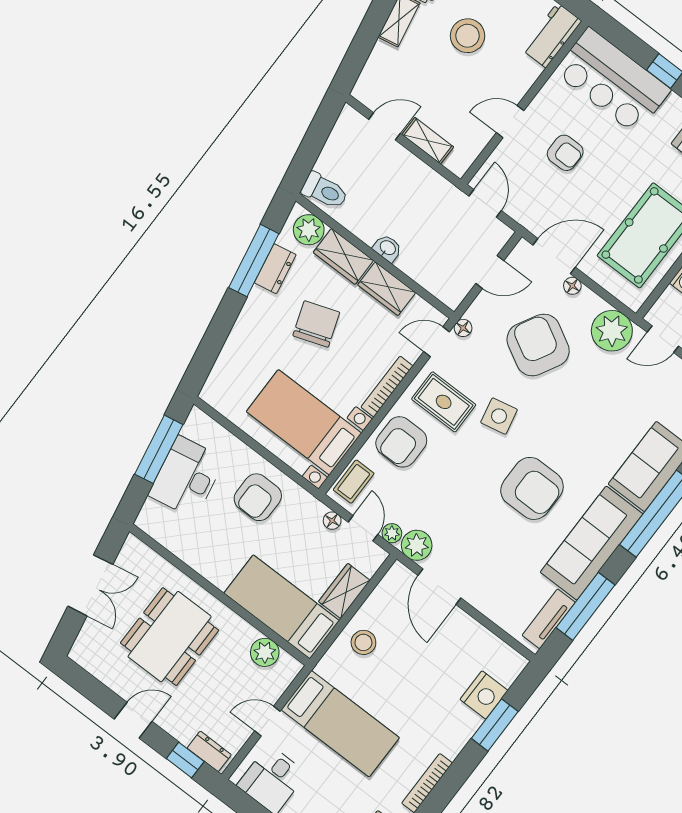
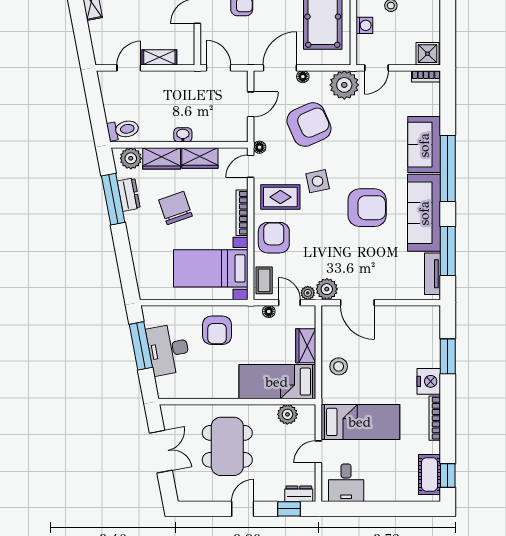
armchair: (538, 345) -> (309, 125), turned 127
armchair: (401, 442) -> (274, 238), turned 180
nightstand: (484, 695) -> (429, 381), moved

